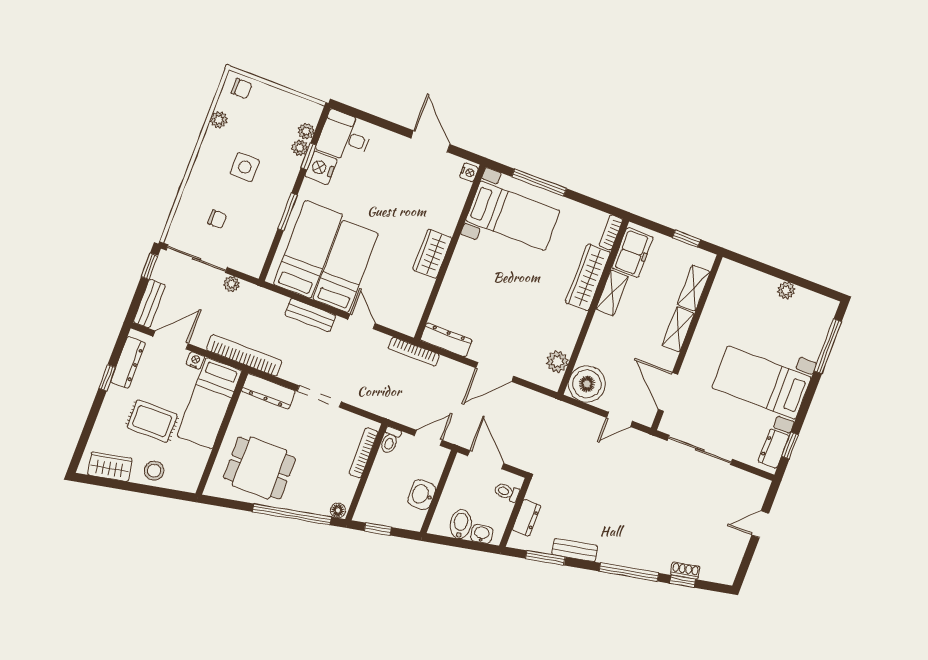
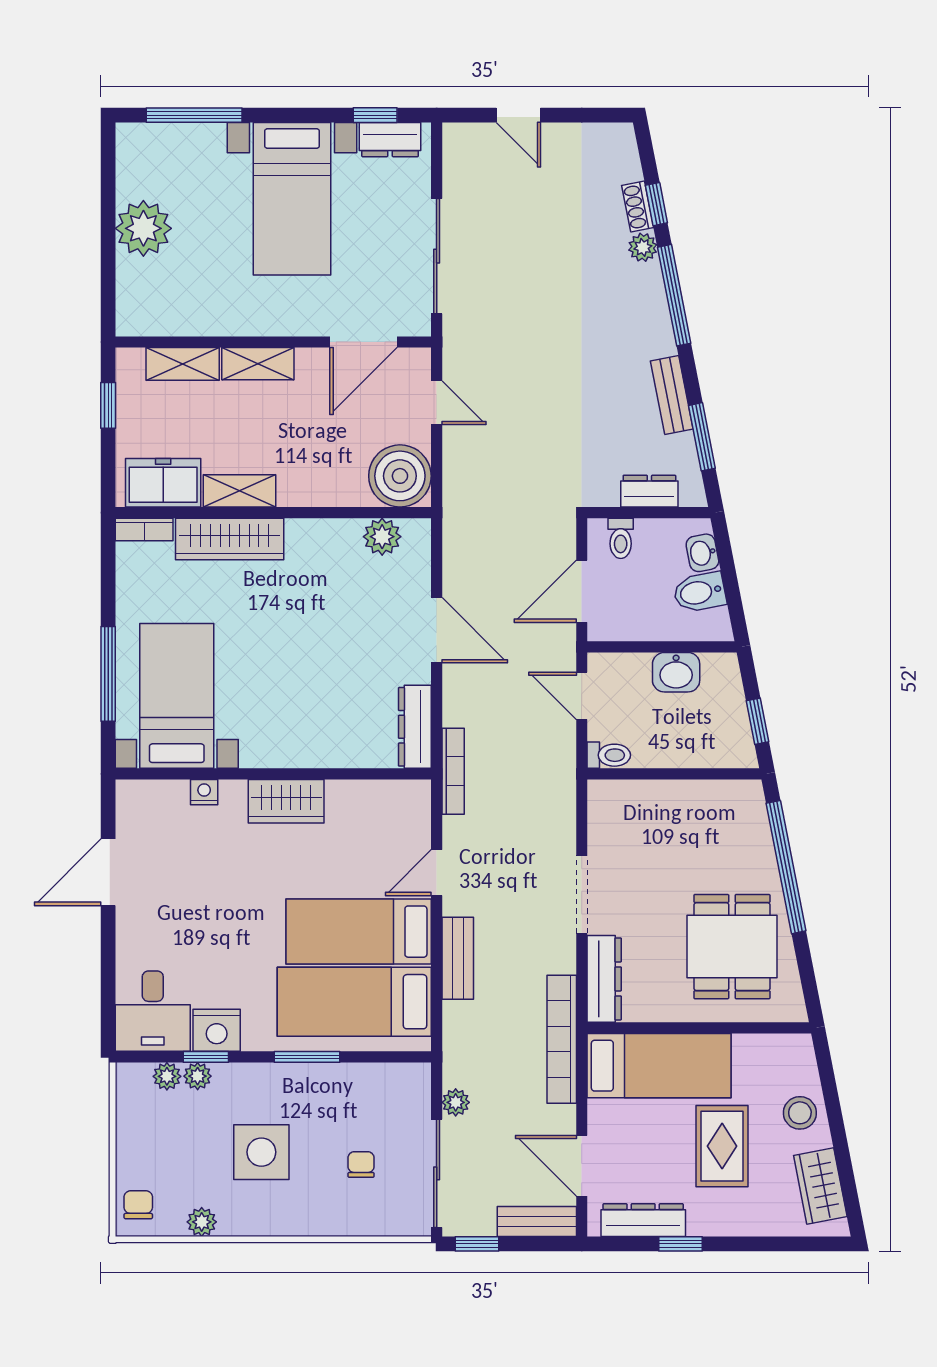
side table: (245, 167) -> (261, 1152), width x1.37, depth x1.37
nightstand: (469, 172) -> (204, 792), moved
plant: (786, 290) -> (143, 228), width x1.88, depth x1.88
nightstand: (195, 360) -> (599, 1114), removed
bookcase: (364, 453) -> (644, 790), removed
floor lamp: (338, 510) -> (752, 796), removed
plant: (662, 565) -> (643, 247), added

